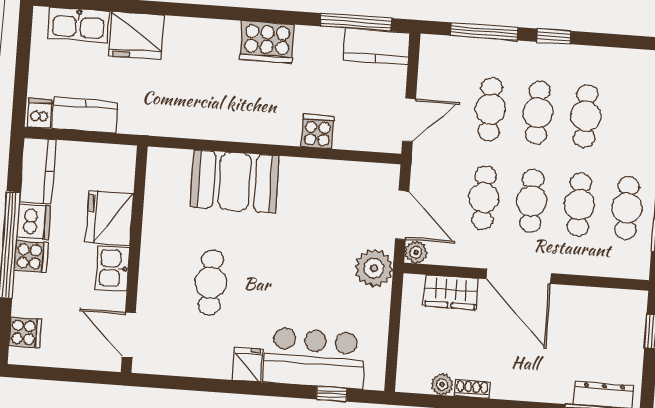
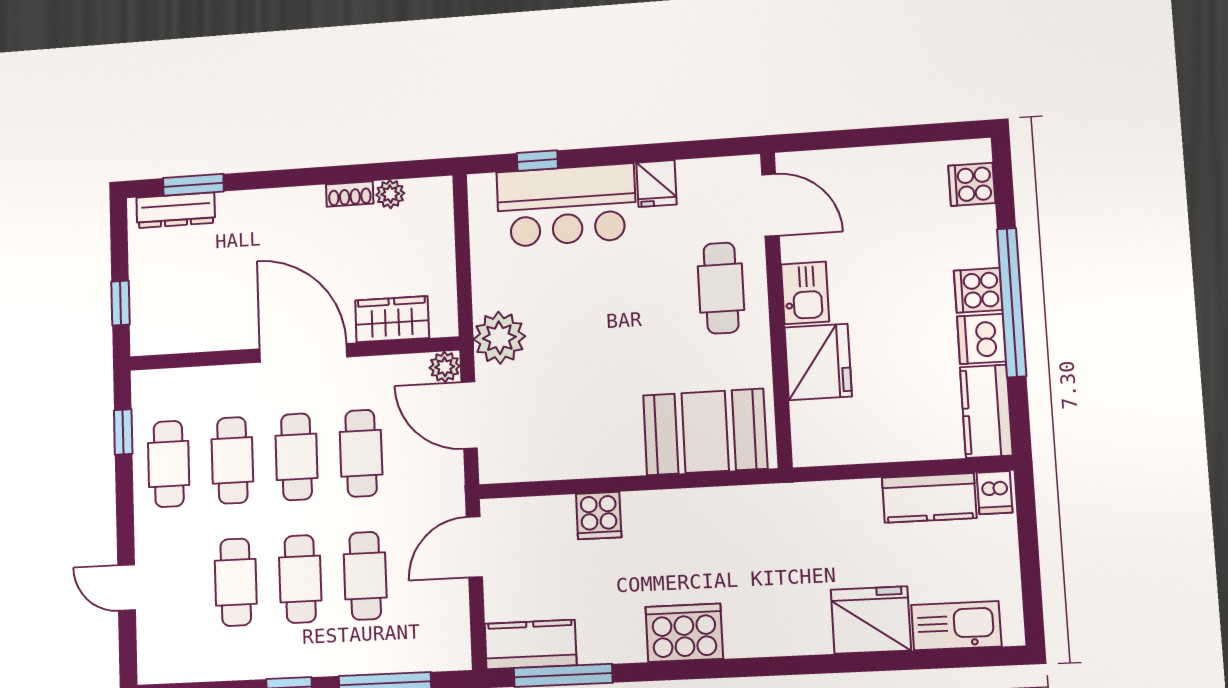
fridge: (110, 218) -> (818, 362), moved
wall: (134, 259) -> (776, 309), moved
kitchen sink: (112, 268) -> (805, 293), moved
door: (129, 335) -> (770, 205), moved

